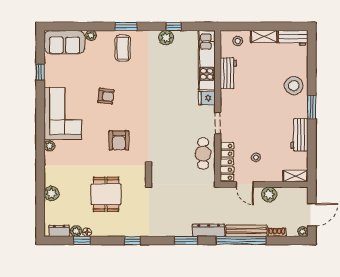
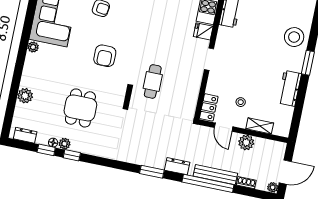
cafe table: (203, 154) -> (153, 81), moved
locker: (227, 162) -> (209, 107), width x0.66
shelving: (295, 176) -> (260, 126), moved
dresser: (209, 230) -> (177, 166), width x0.70
plant: (76, 231) -> (64, 144), moved
window: (133, 240) -> (72, 155), moved

